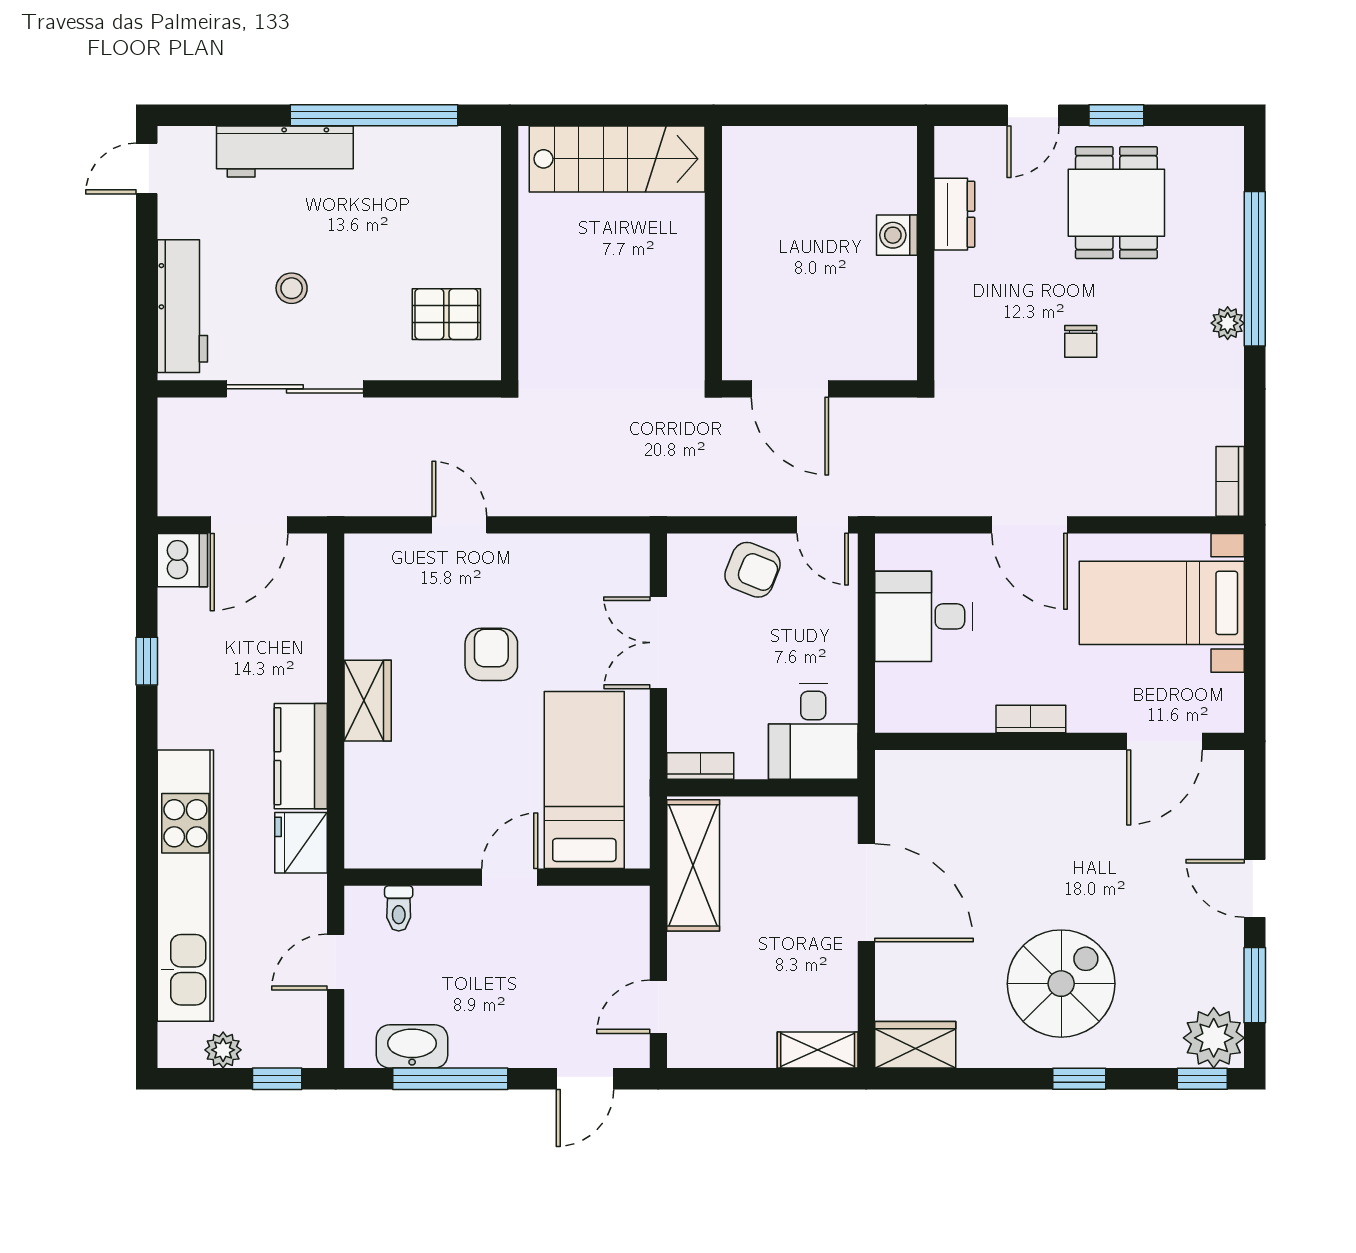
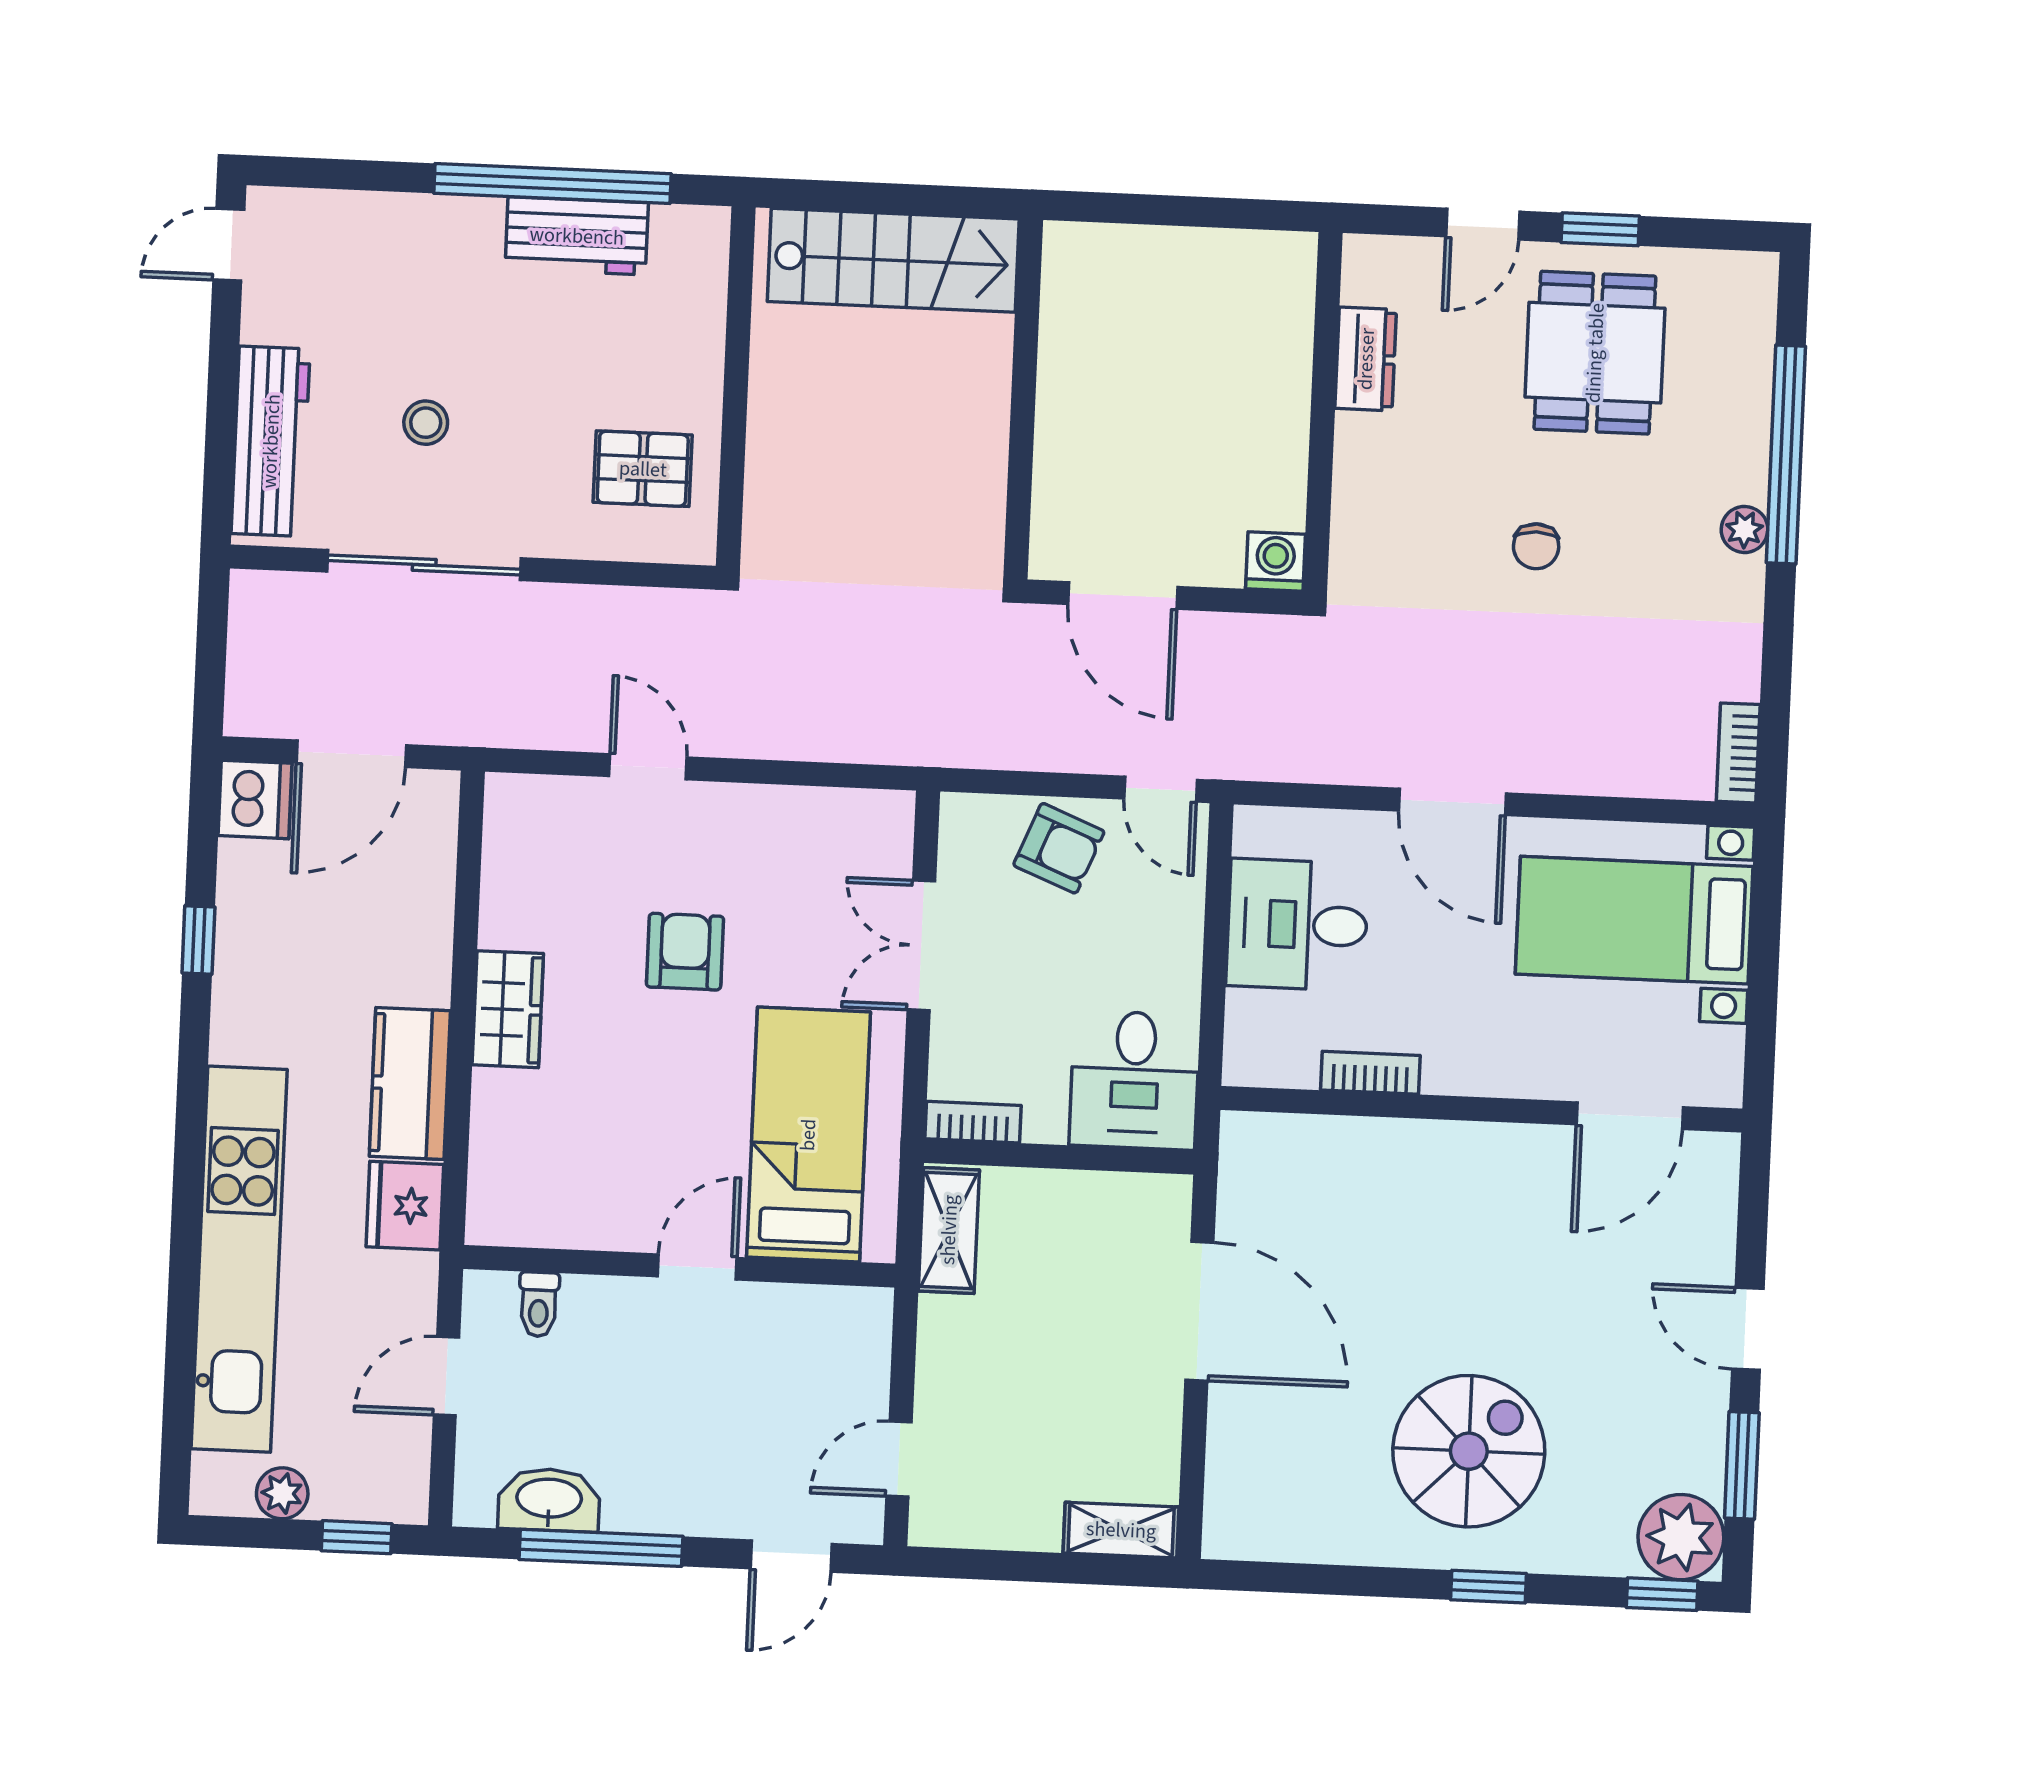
workbench: (285, 151) -> (577, 236), moved, width x0.73
washing machine: (897, 235) -> (1276, 561), moved, turned 90
bookcase: (1031, 719) -> (1370, 1073), moved
shelving: (693, 865) -> (949, 1230), width x0.67, depth x0.75
wardrobe: (915, 1045) -> (1259, 1528), removed

